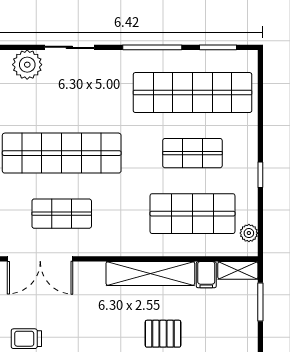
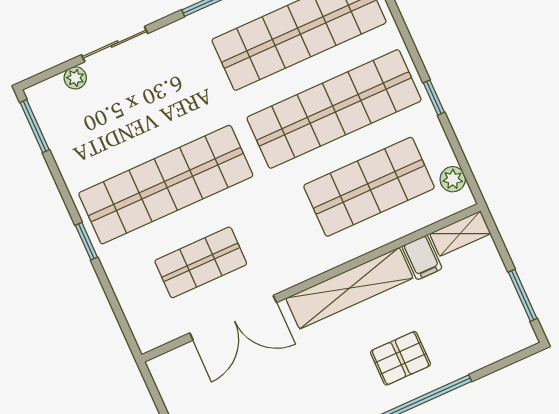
plant: (27, 65) -> (75, 78), width x0.53, depth x0.53
shop shelf: (192, 153) -> (334, 109), width x2.00, depth x1.36
double door: (40, 259) -> (233, 318), moved
window: (260, 302) -> (523, 295), moved

